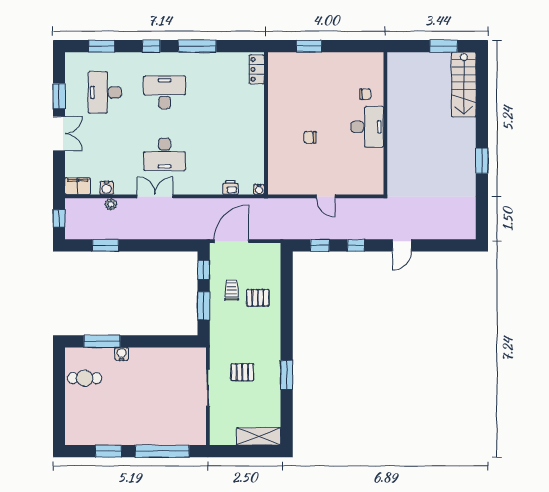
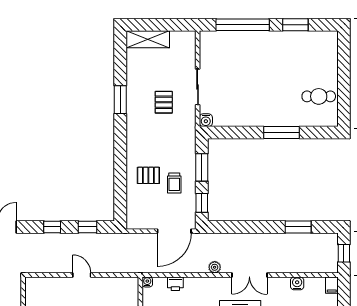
filing cabinet: (78, 186) -> (332, 285), width x0.50
plant: (111, 204) -> (215, 267), moved
window: (102, 341) -> (282, 133), moved
water cooler: (122, 354) -> (206, 120), moved
pallet: (242, 372) -> (164, 102), turned 90

